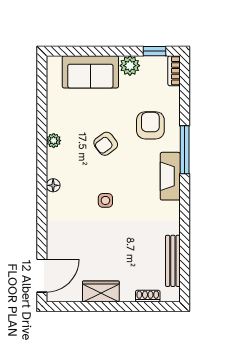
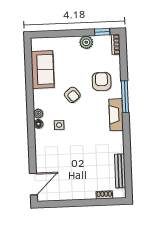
sofa: (90, 72) -> (43, 69), moved, turned -90
plant: (54, 141) -> (38, 114), moved
armchair: (106, 144) -> (72, 95), turned -92
side table: (105, 200) -> (59, 125), moved
wardrobe: (101, 291) -> (73, 193), removed

